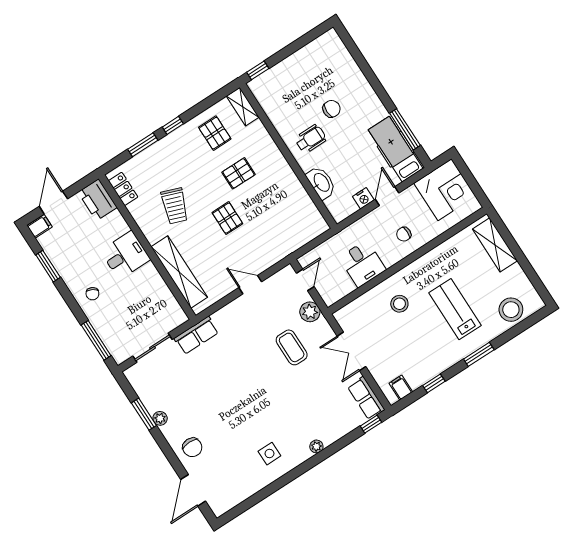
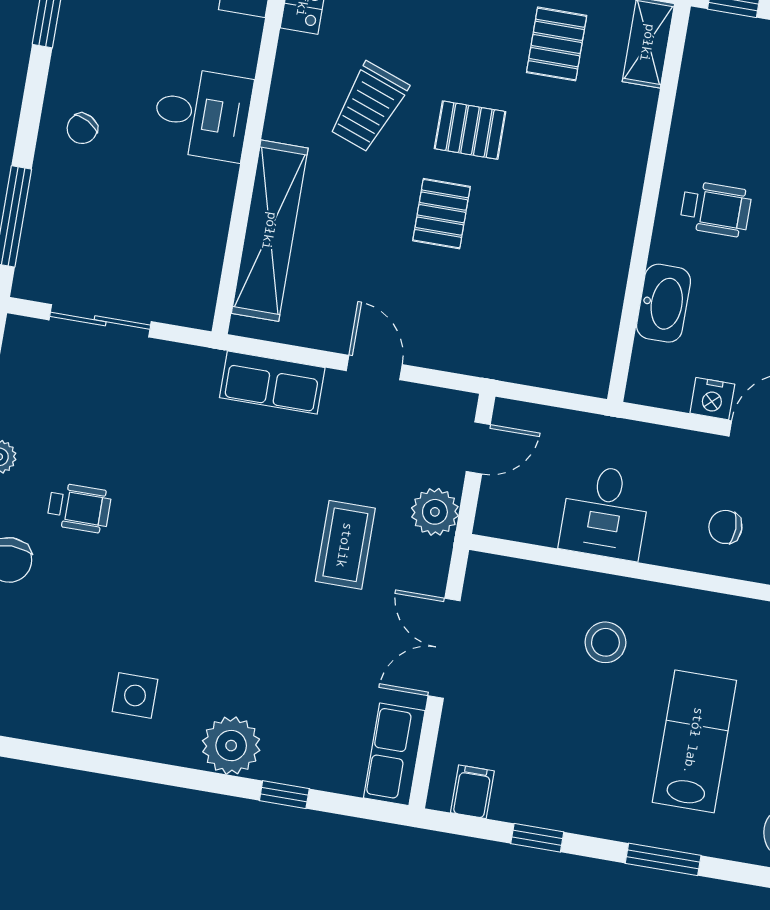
pallet: (239, 173) -> (470, 130), moved
row of seats: (196, 335) -> (272, 383), moved
wheelchair: (199, 412) -> (79, 508), added
window: (371, 424) -> (284, 795), moved
plant: (316, 446) -> (231, 746), width x1.88, depth x1.88

